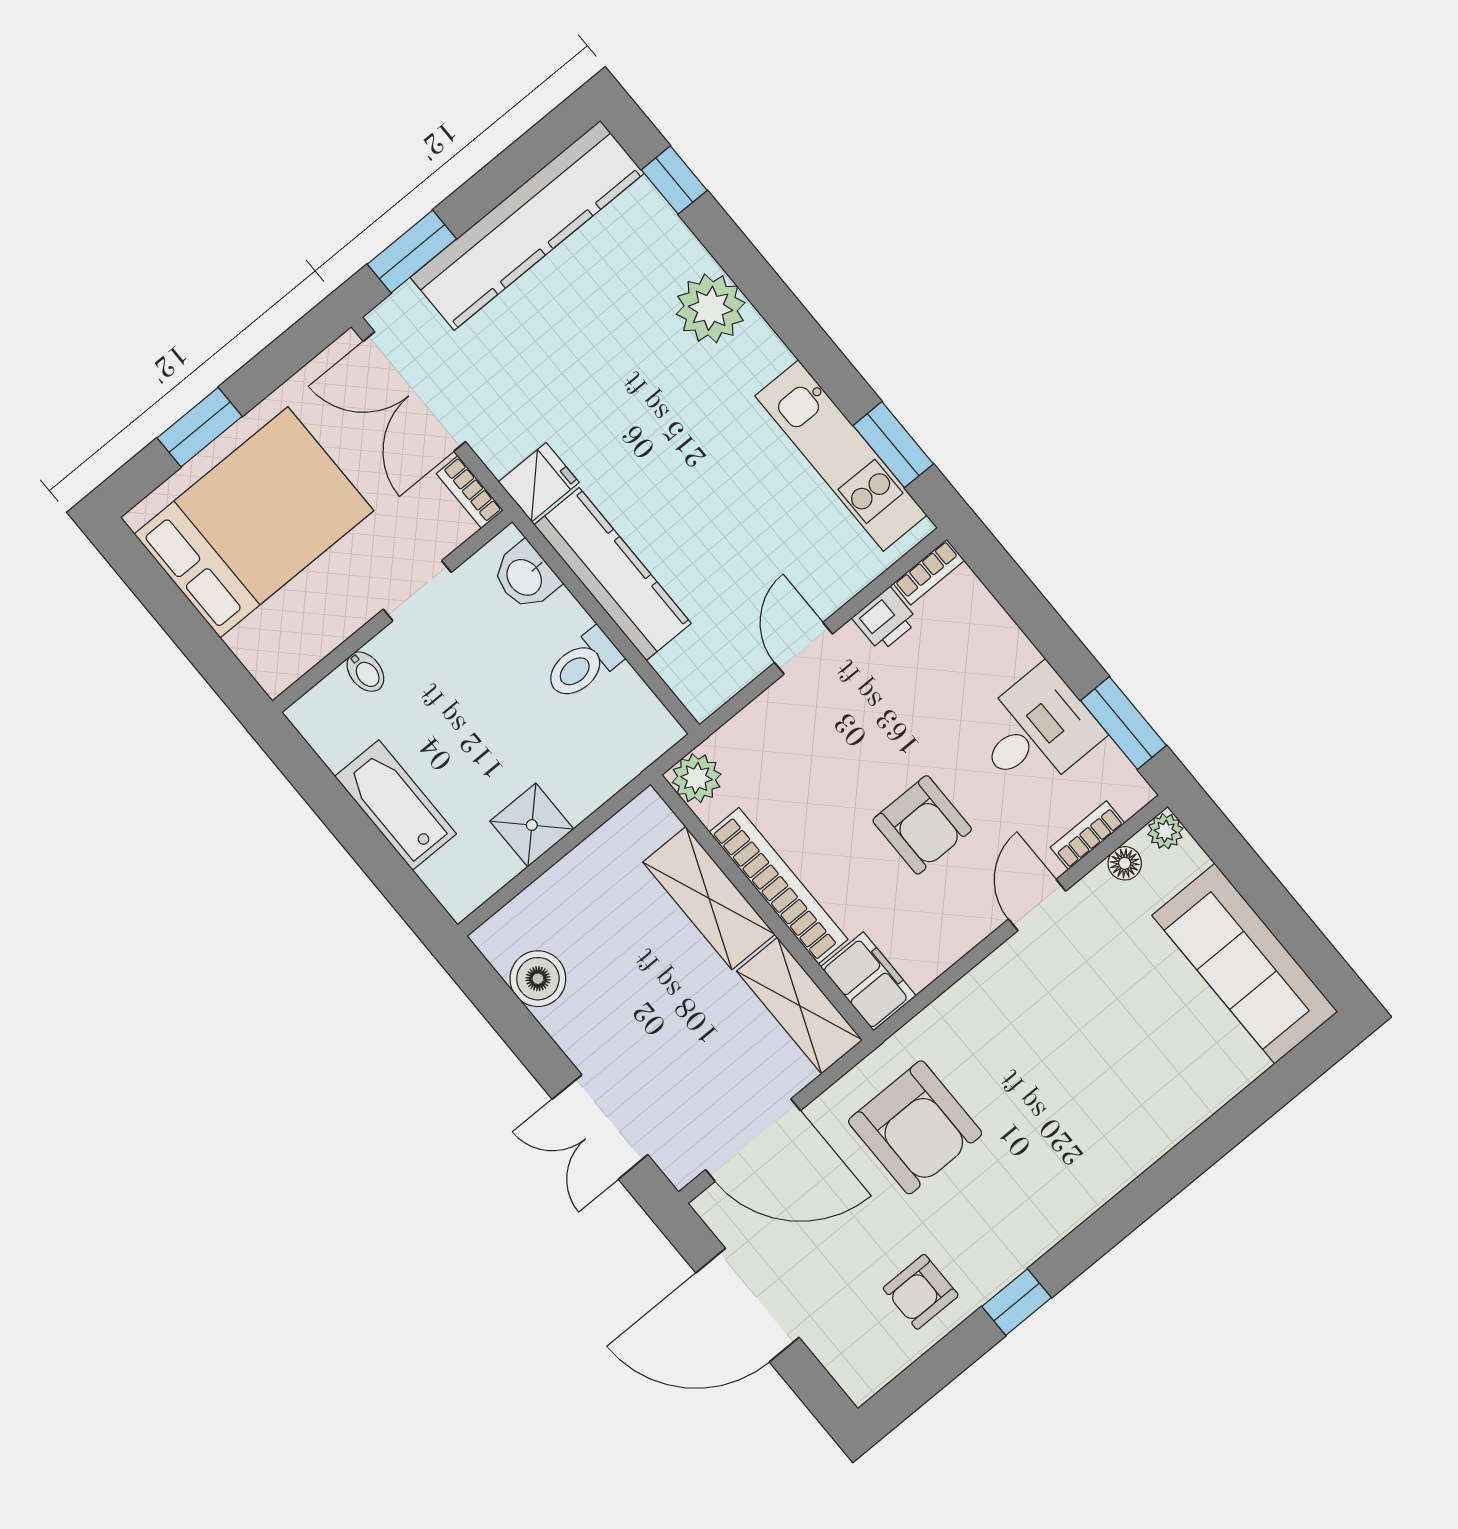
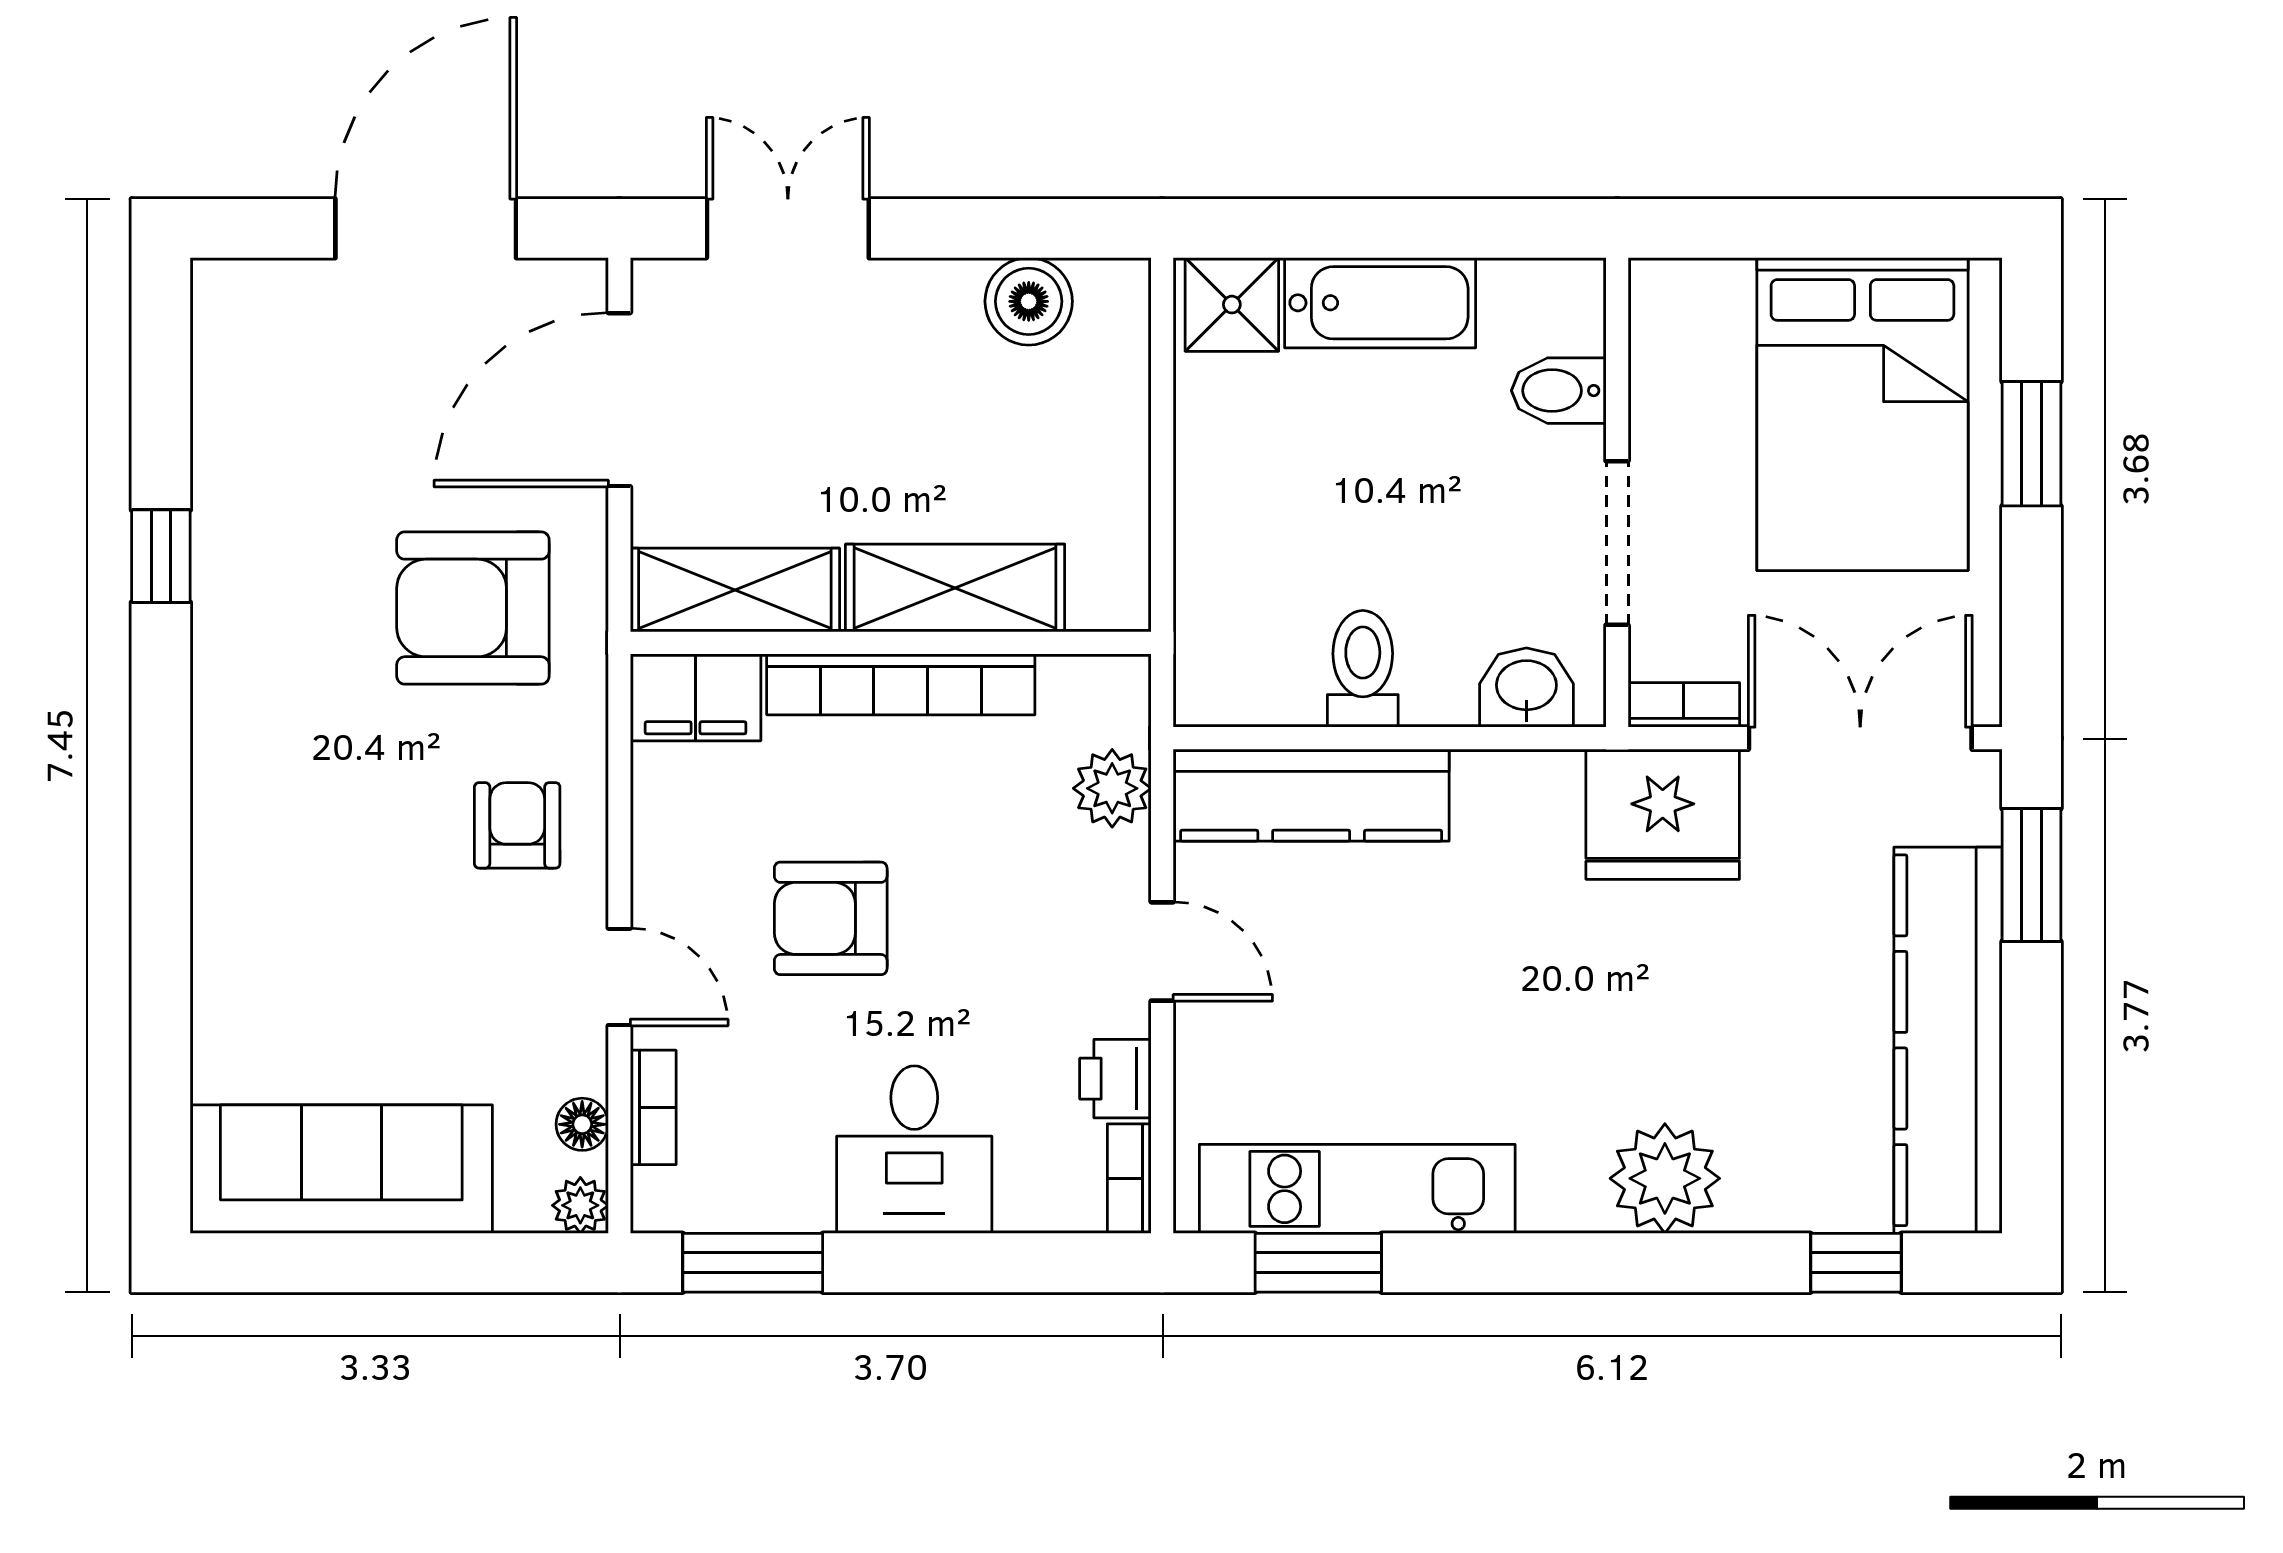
fridge: (539, 482) -> (1663, 814), width x1.88, depth x1.34
kitchen counter: (613, 574) -> (1311, 795), moved
doorway: (417, 591) -> (1617, 543), width x1.38
bidet: (365, 672) -> (1559, 391), width x1.38, depth x1.36
desk: (1036, 731) -> (914, 1150), moved
plant: (697, 778) -> (1112, 788), moved
shower: (532, 825) -> (1232, 305), moved
armchair: (921, 1292) -> (517, 825), moved

